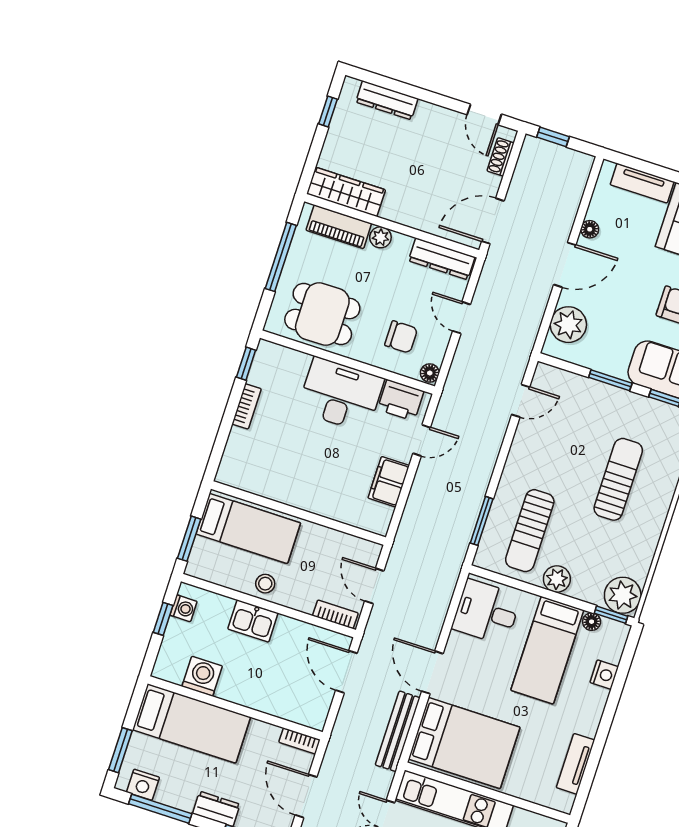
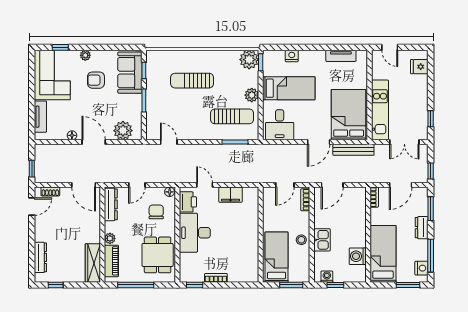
floor lamp: (592, 622) -> (267, 71), removed

